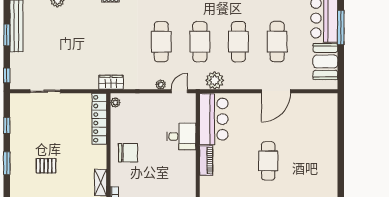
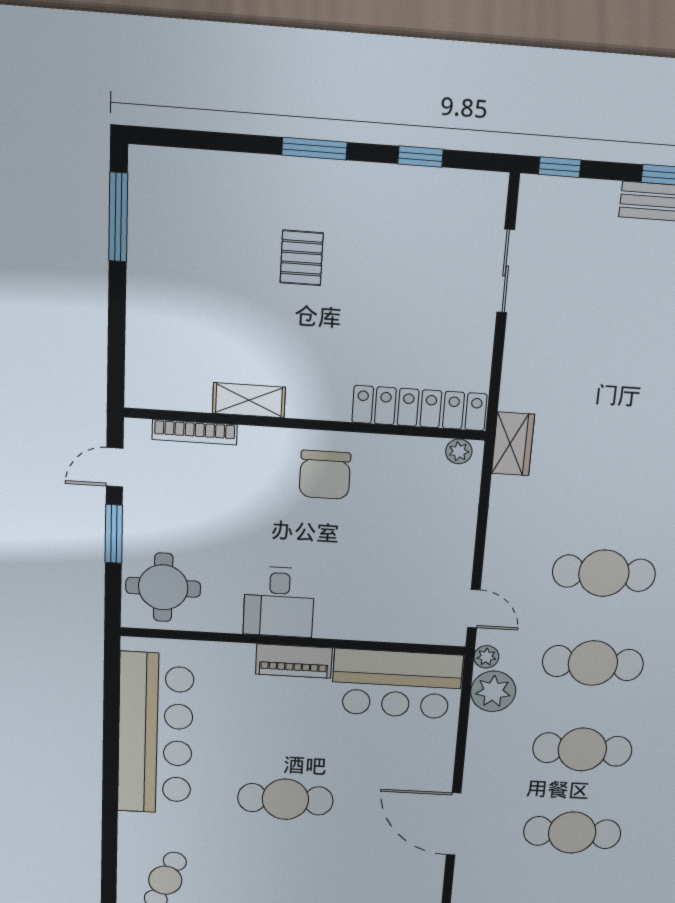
plant: (161, 84) -> (486, 657), moved
desk: (181, 136) -> (279, 602), moved

